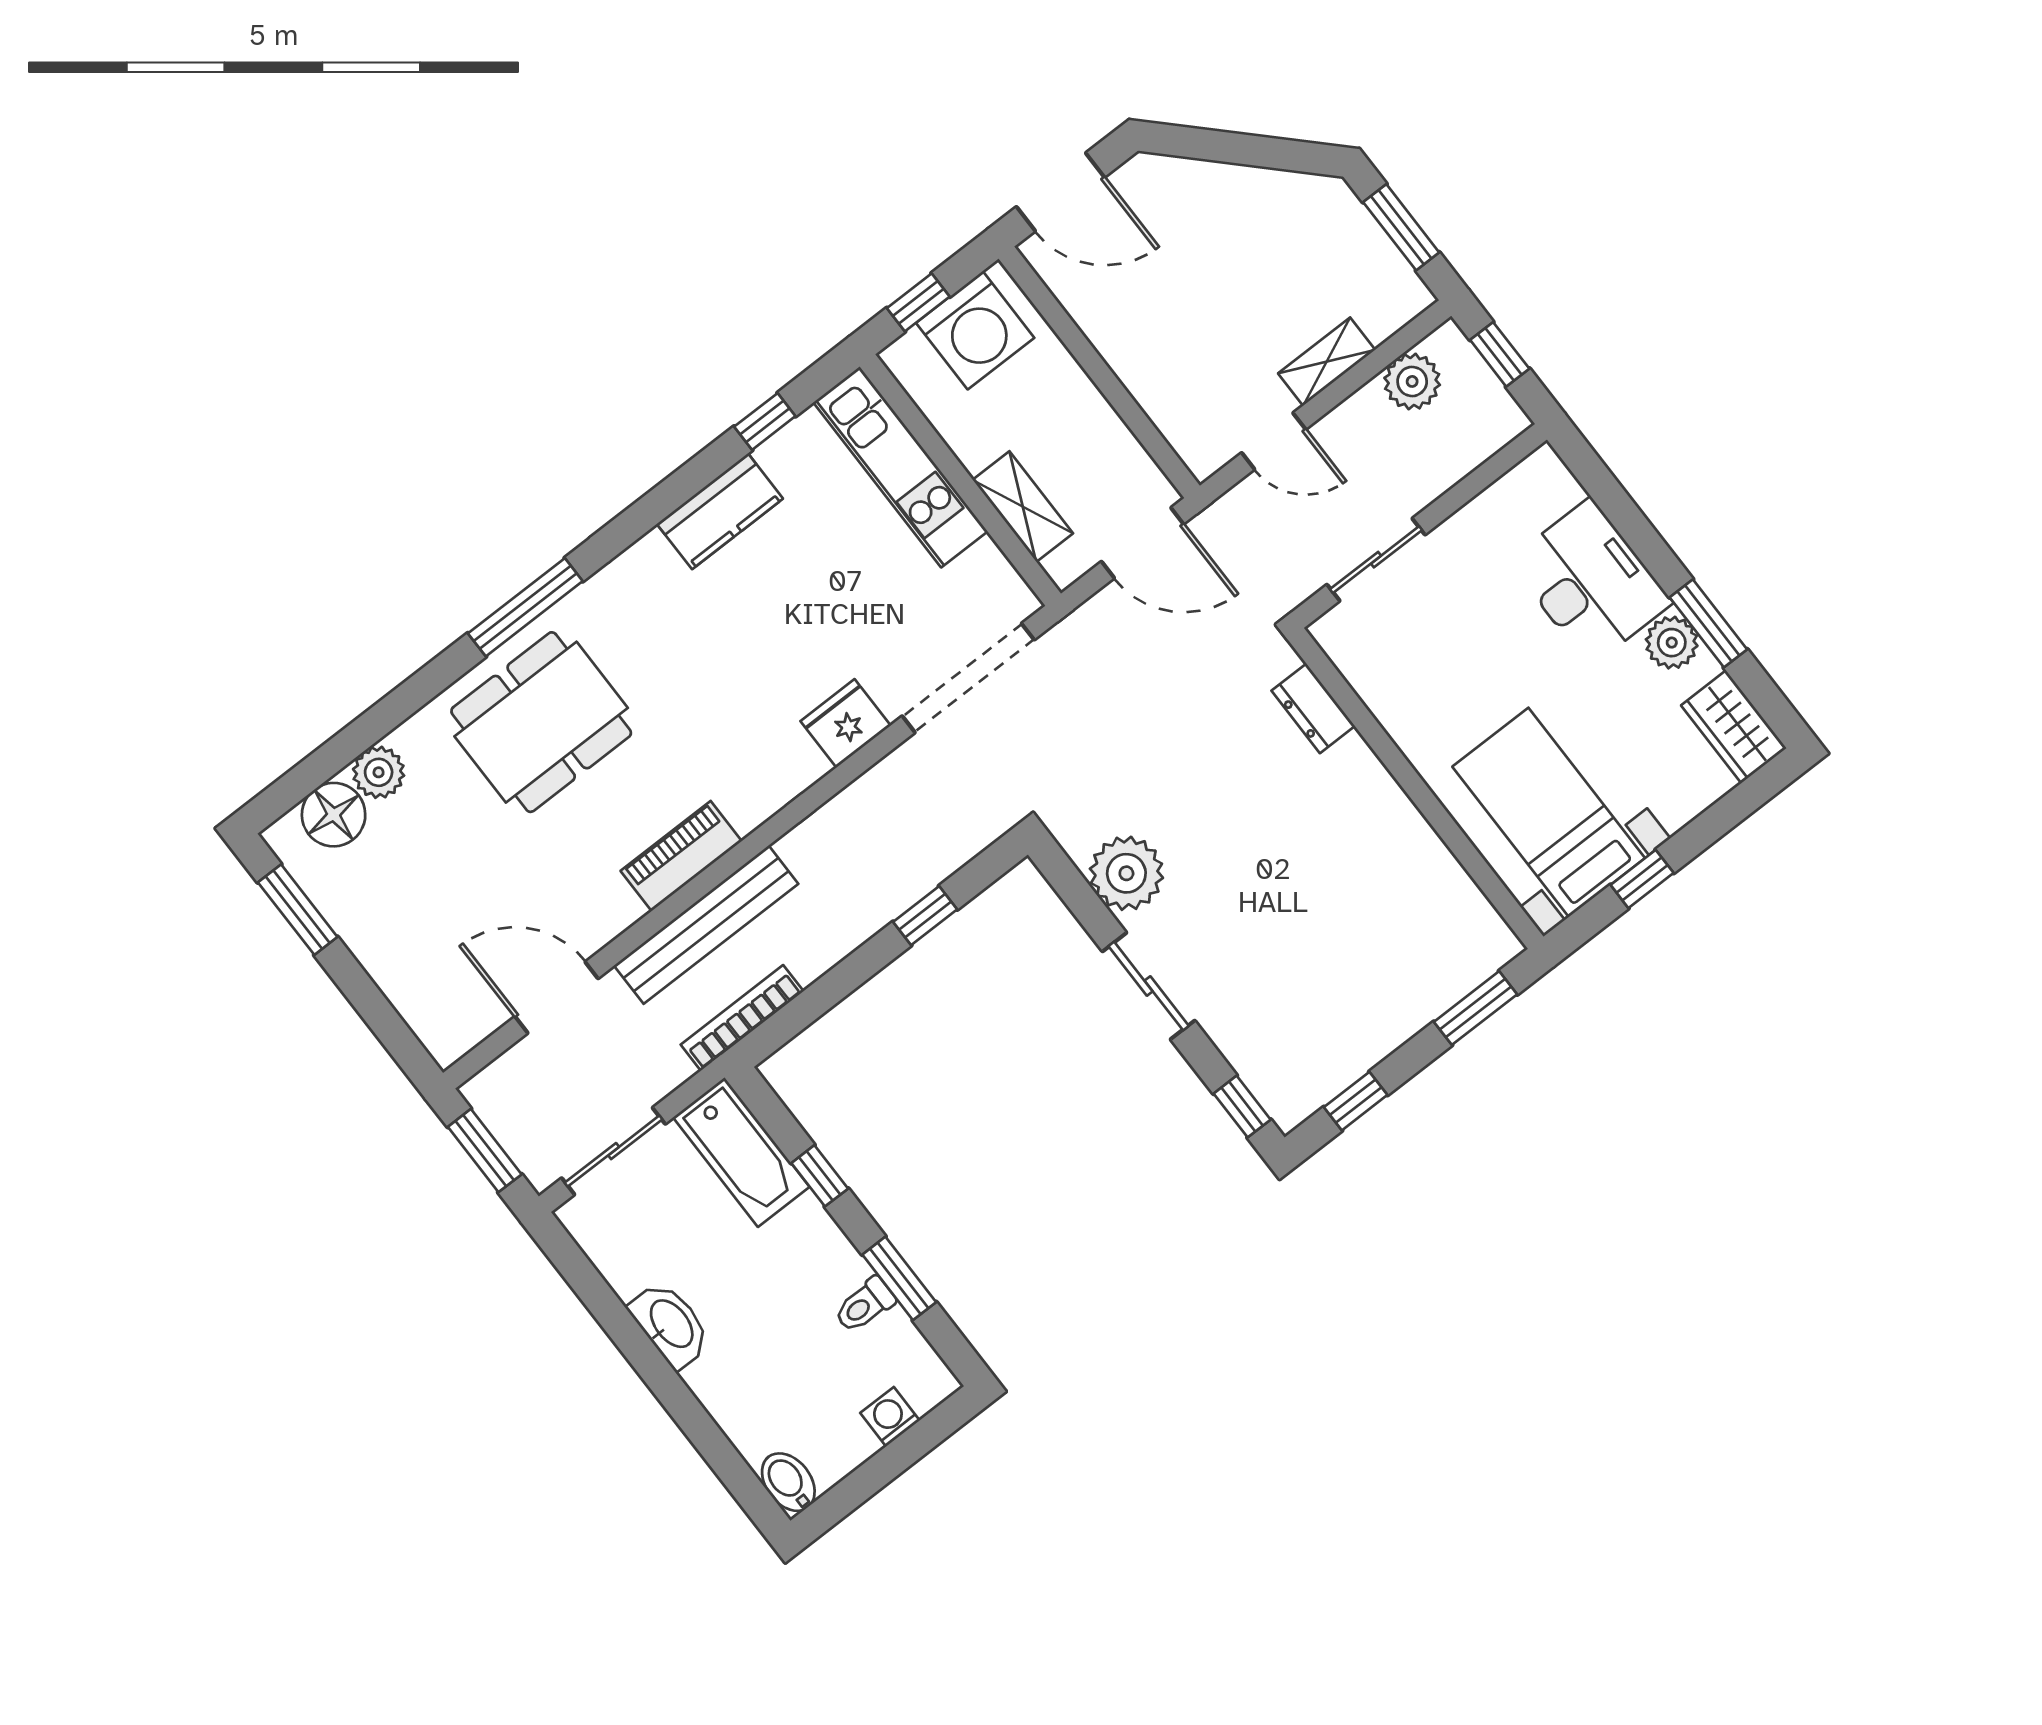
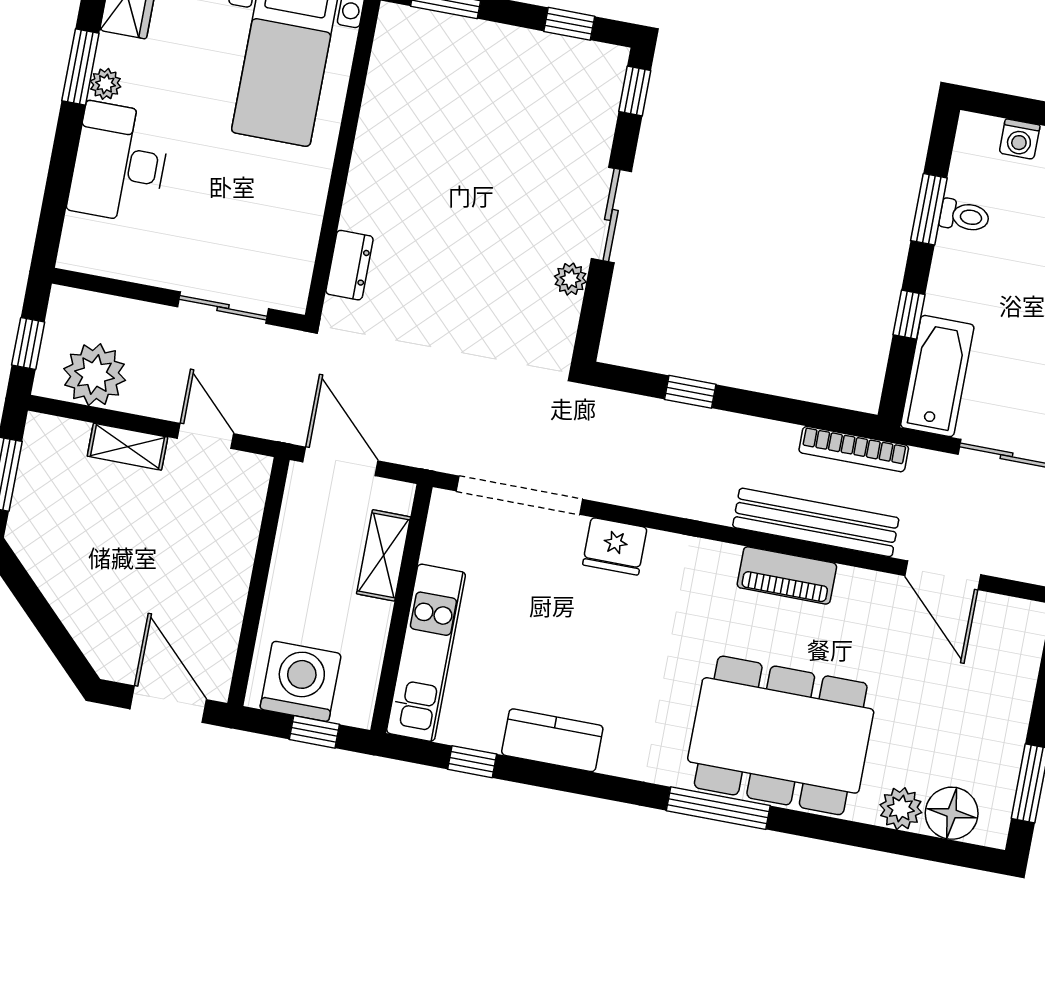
plant: (1412, 381) -> (95, 375), width x1.36, depth x1.36
plant: (1672, 643) -> (106, 84), width x0.73, depth x0.73
dining table: (541, 722) -> (781, 735), width x1.36, depth x1.24
plant: (1126, 873) -> (570, 279), width x0.53, depth x0.53

